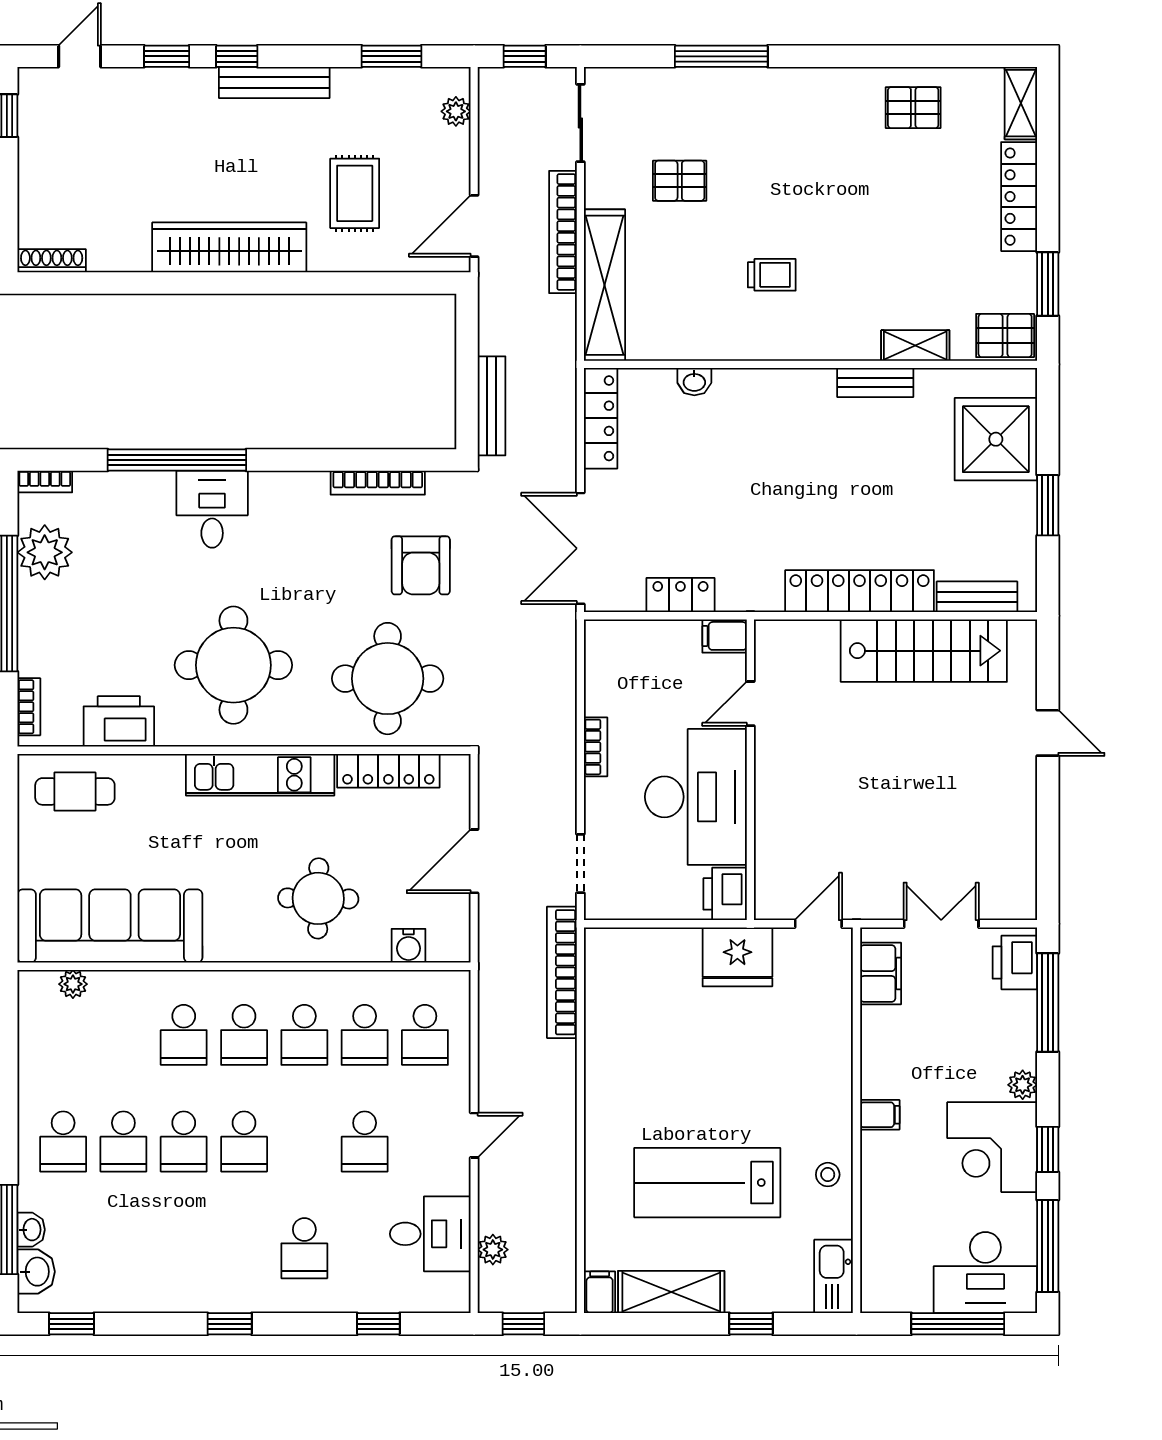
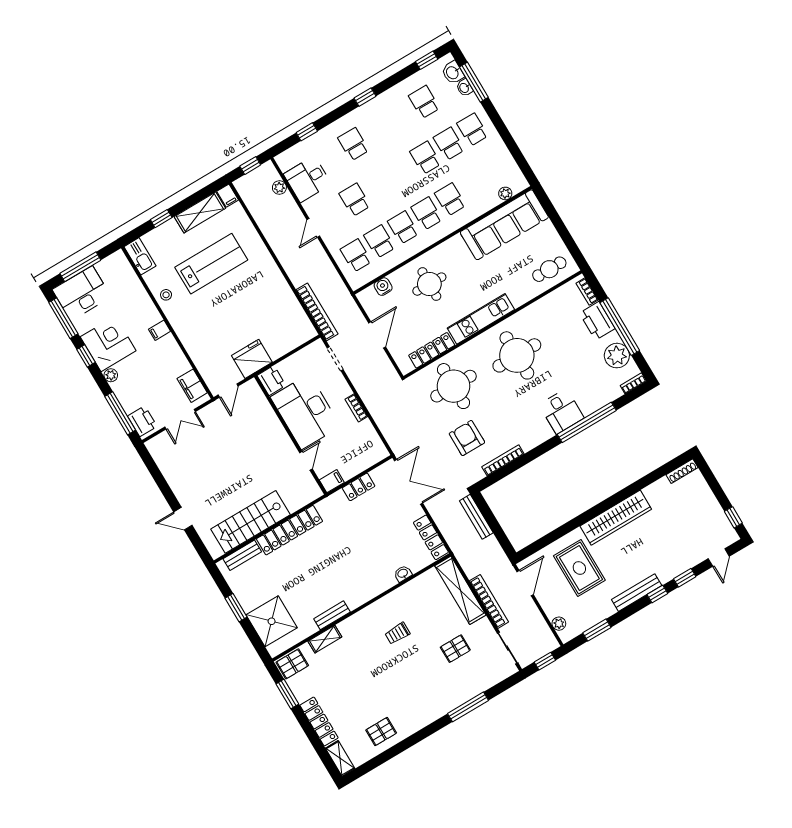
rug: (355, 193) -> (579, 568), width x1.36, depth x1.43
printer: (119, 721) -> (597, 321), moved, turned 90
school desk: (244, 1142) -> (424, 102), moved

